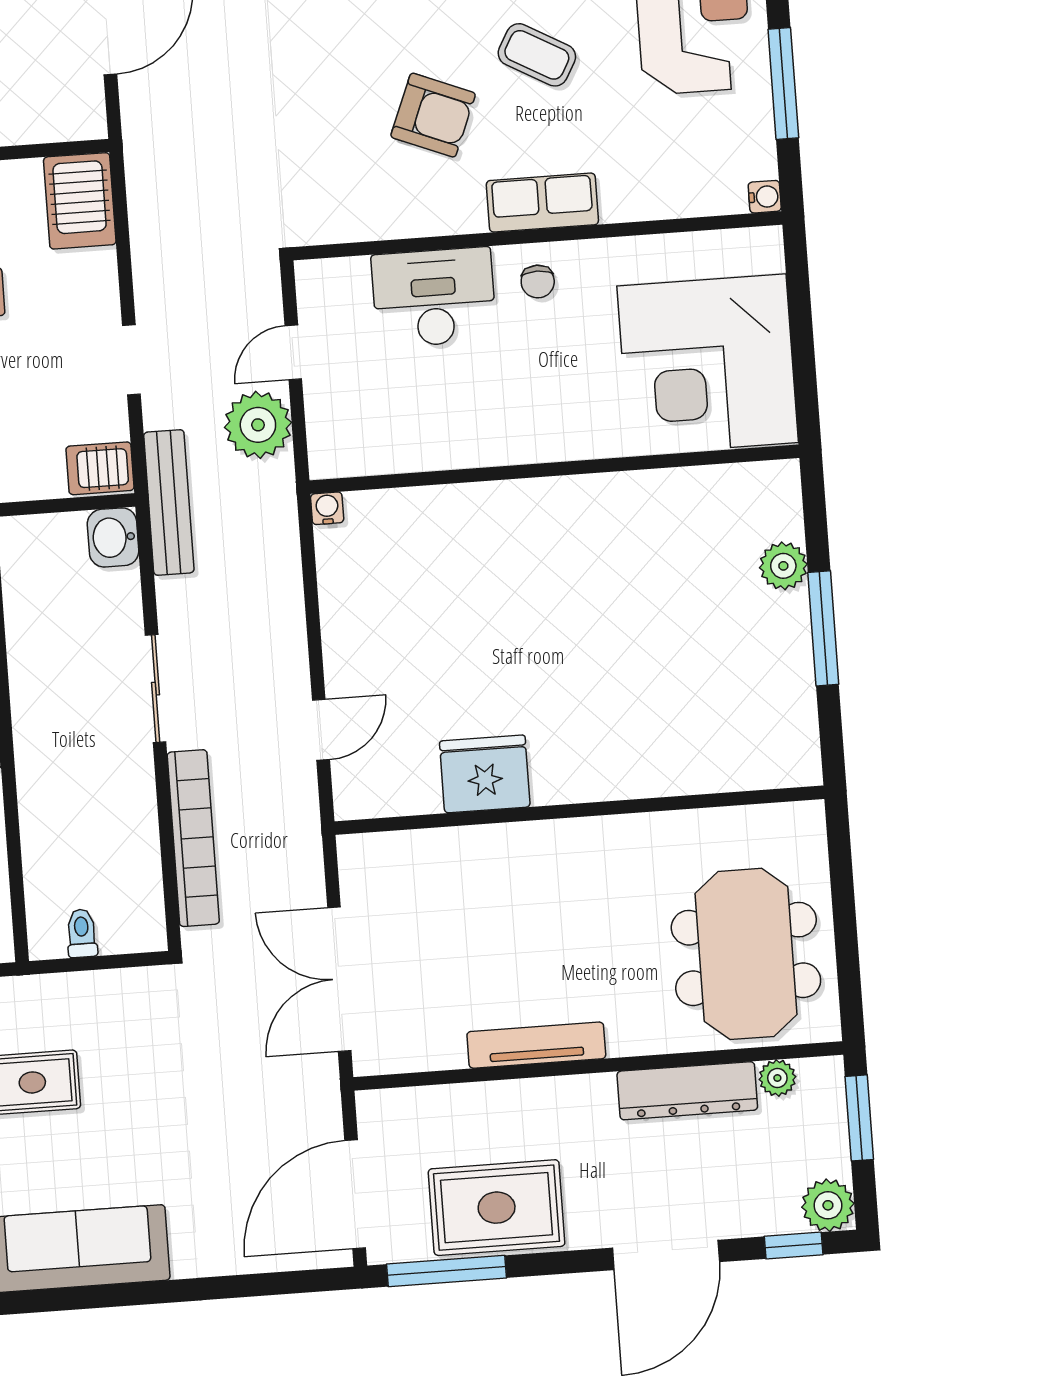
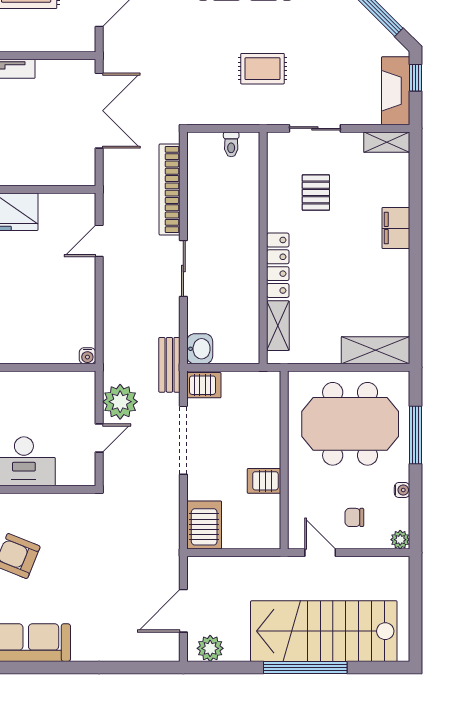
doorway: (131, 360) -> (183, 440), width x1.88
bench: (169, 502) -> (169, 365), width x0.73

